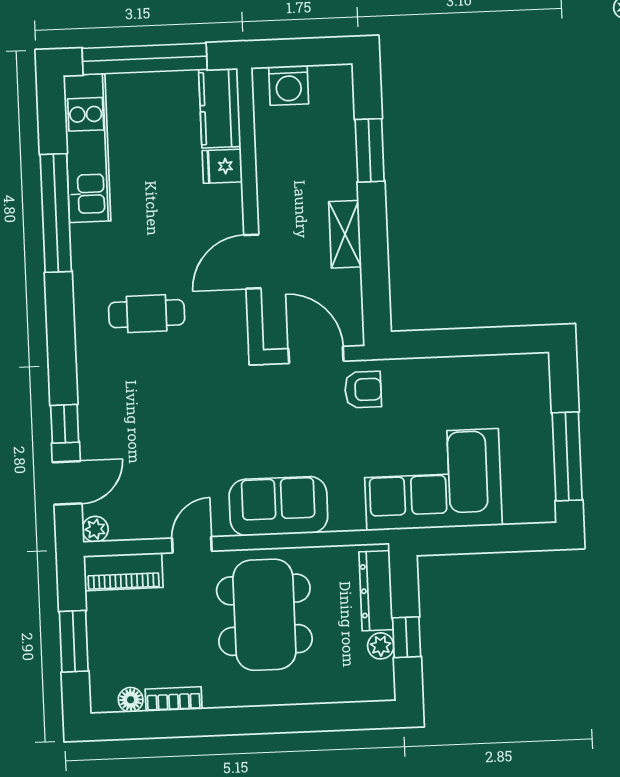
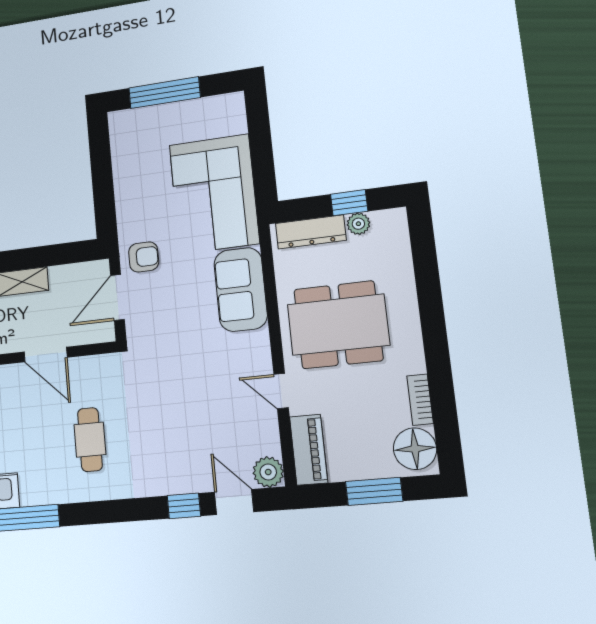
armchair: (363, 390) -> (144, 257), turned 90
window: (567, 456) -> (164, 93), moved
sofa: (278, 506) -> (241, 289), moved
plant: (95, 529) -> (268, 472), width x1.38, depth x1.38
floor lamp: (131, 700) -> (415, 449), width x1.89, depth x1.89

